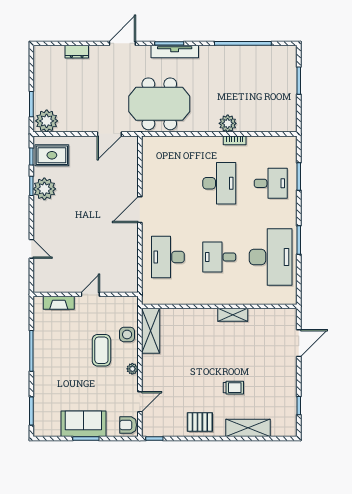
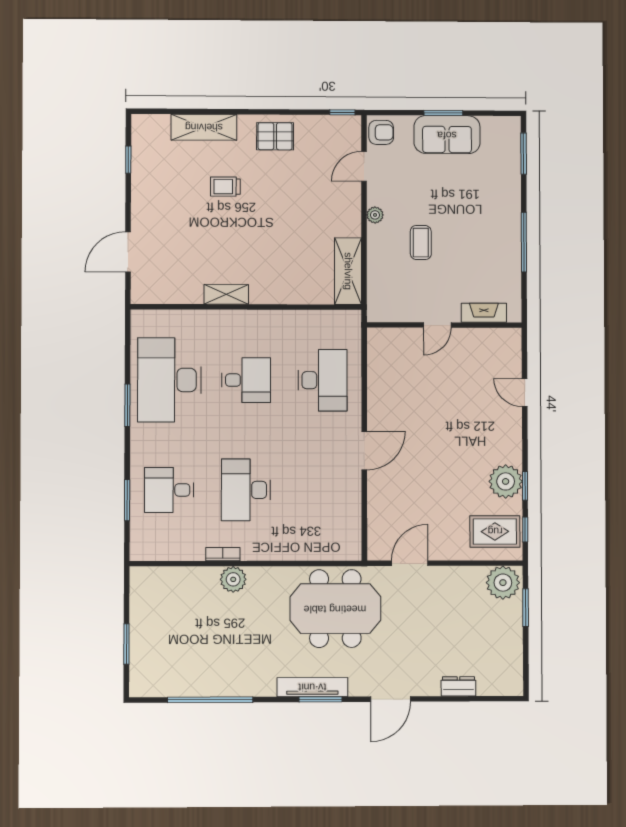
side table: (127, 334) -> (383, 266), removed
coffee table: (101, 350) -> (421, 243), width x0.73, depth x0.77

